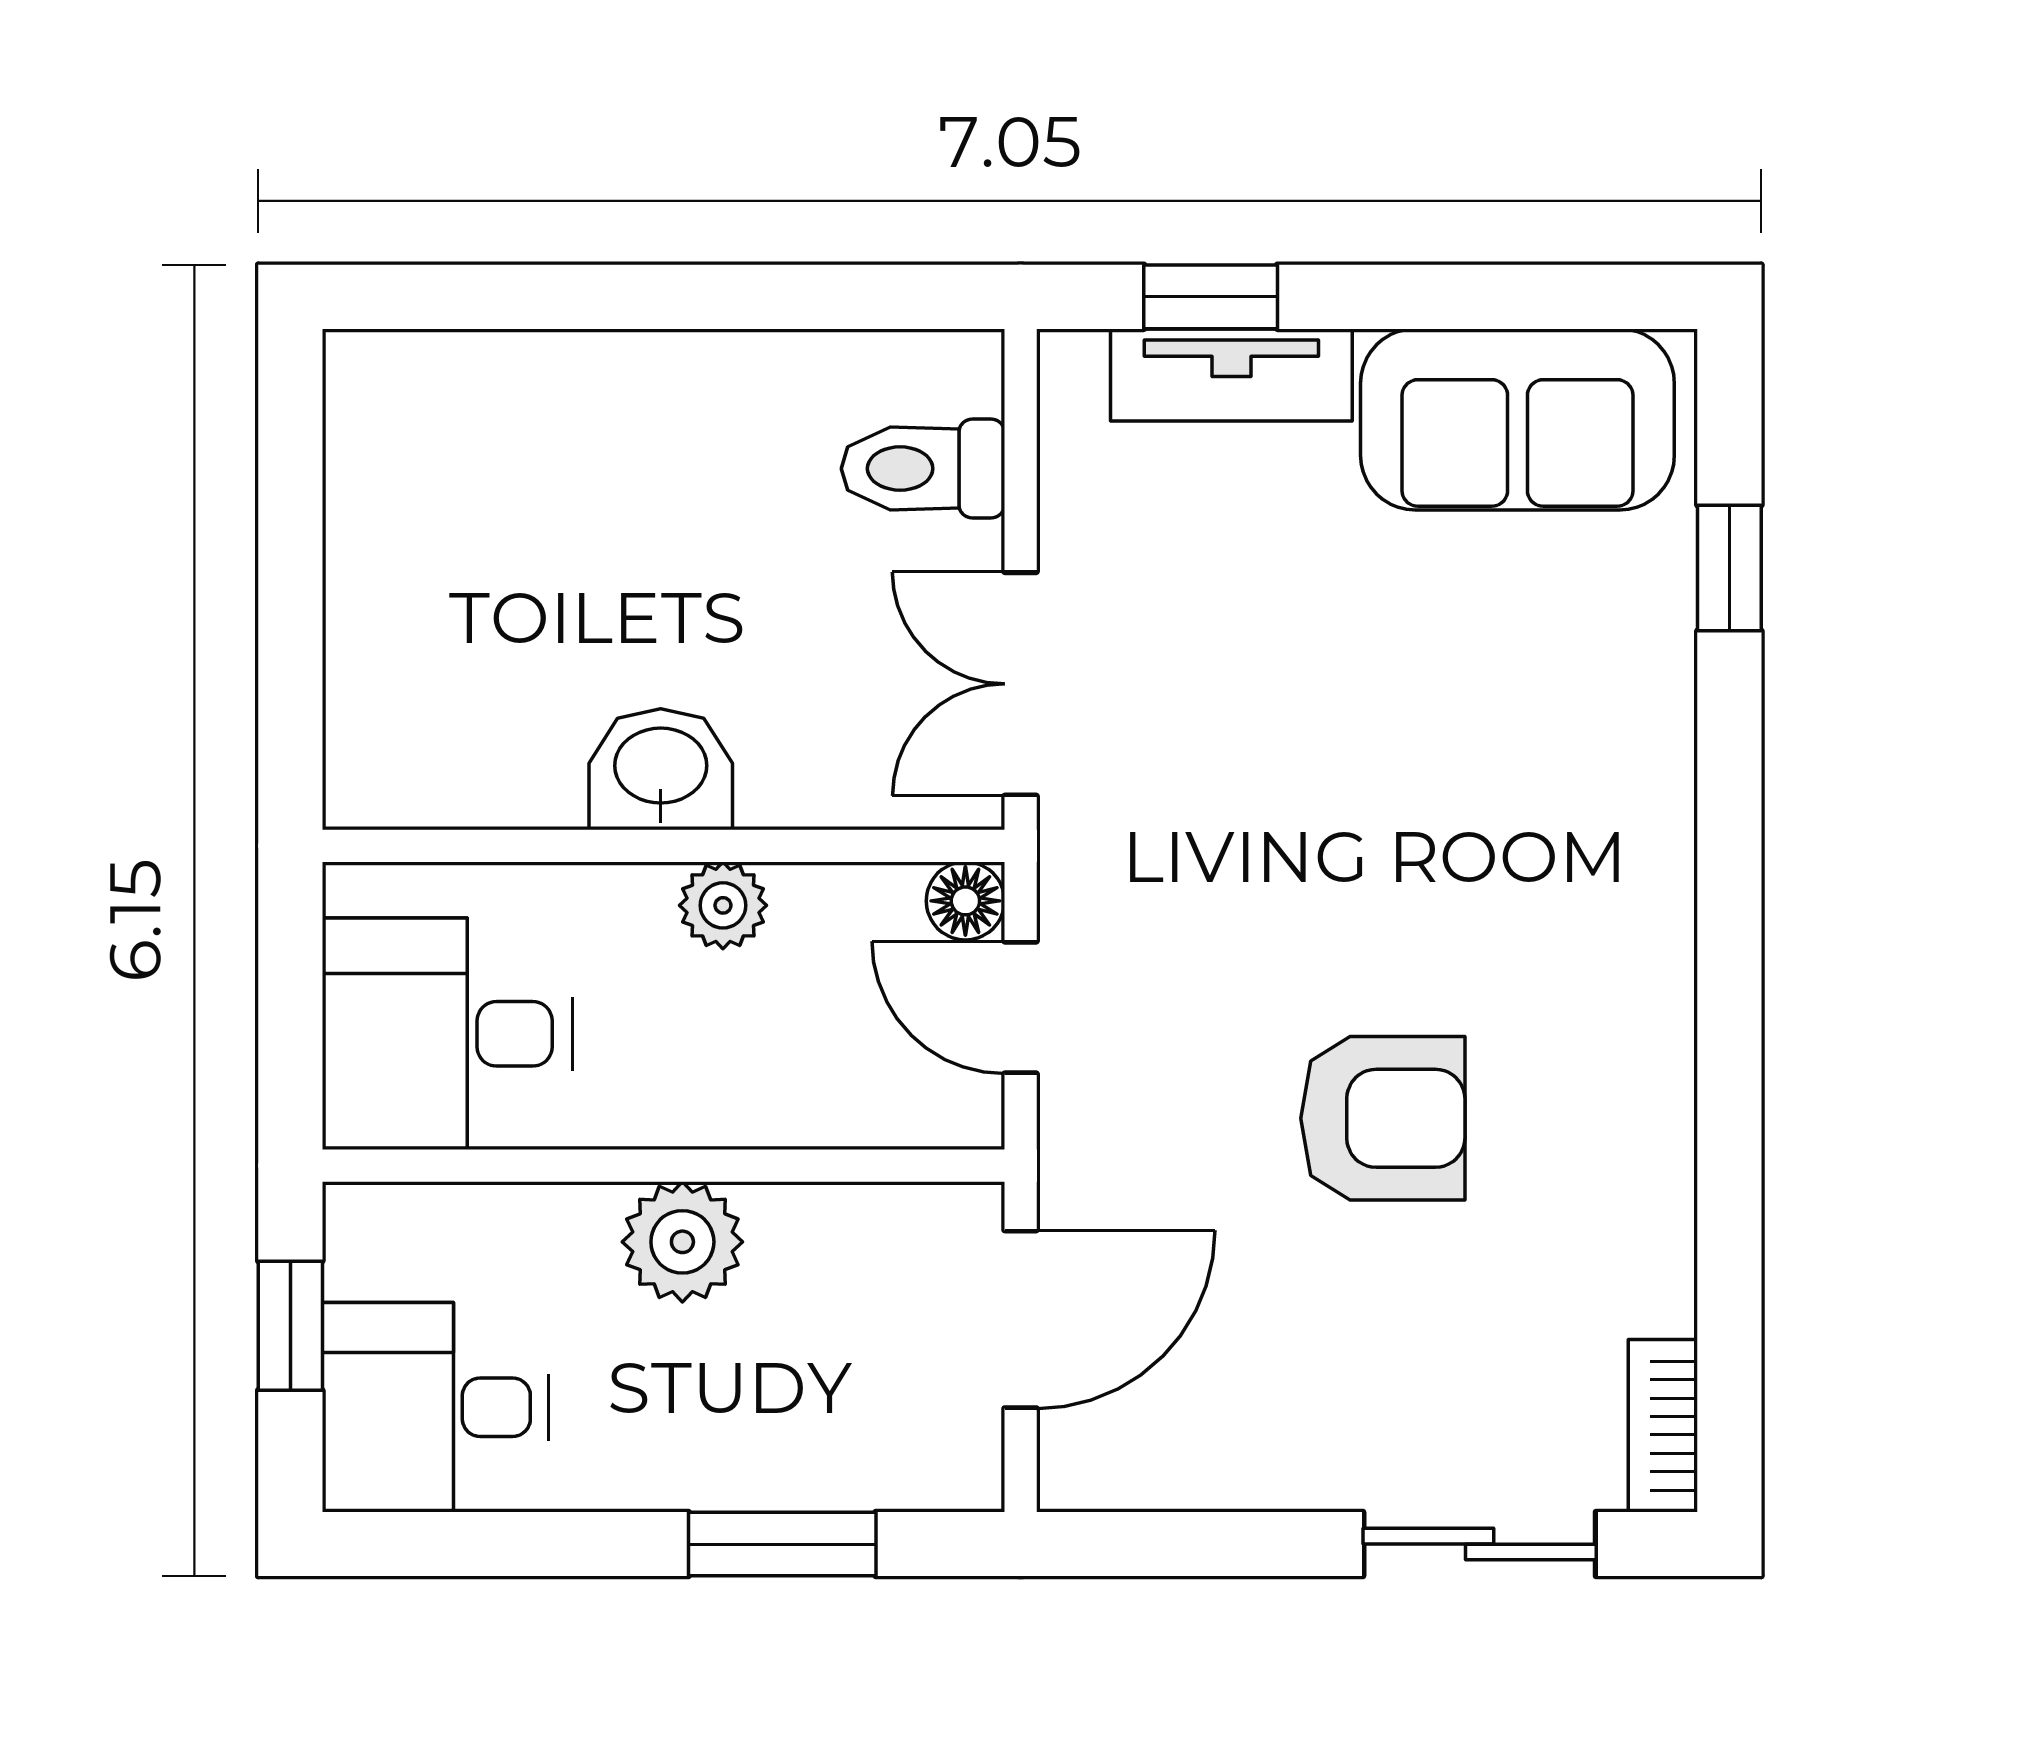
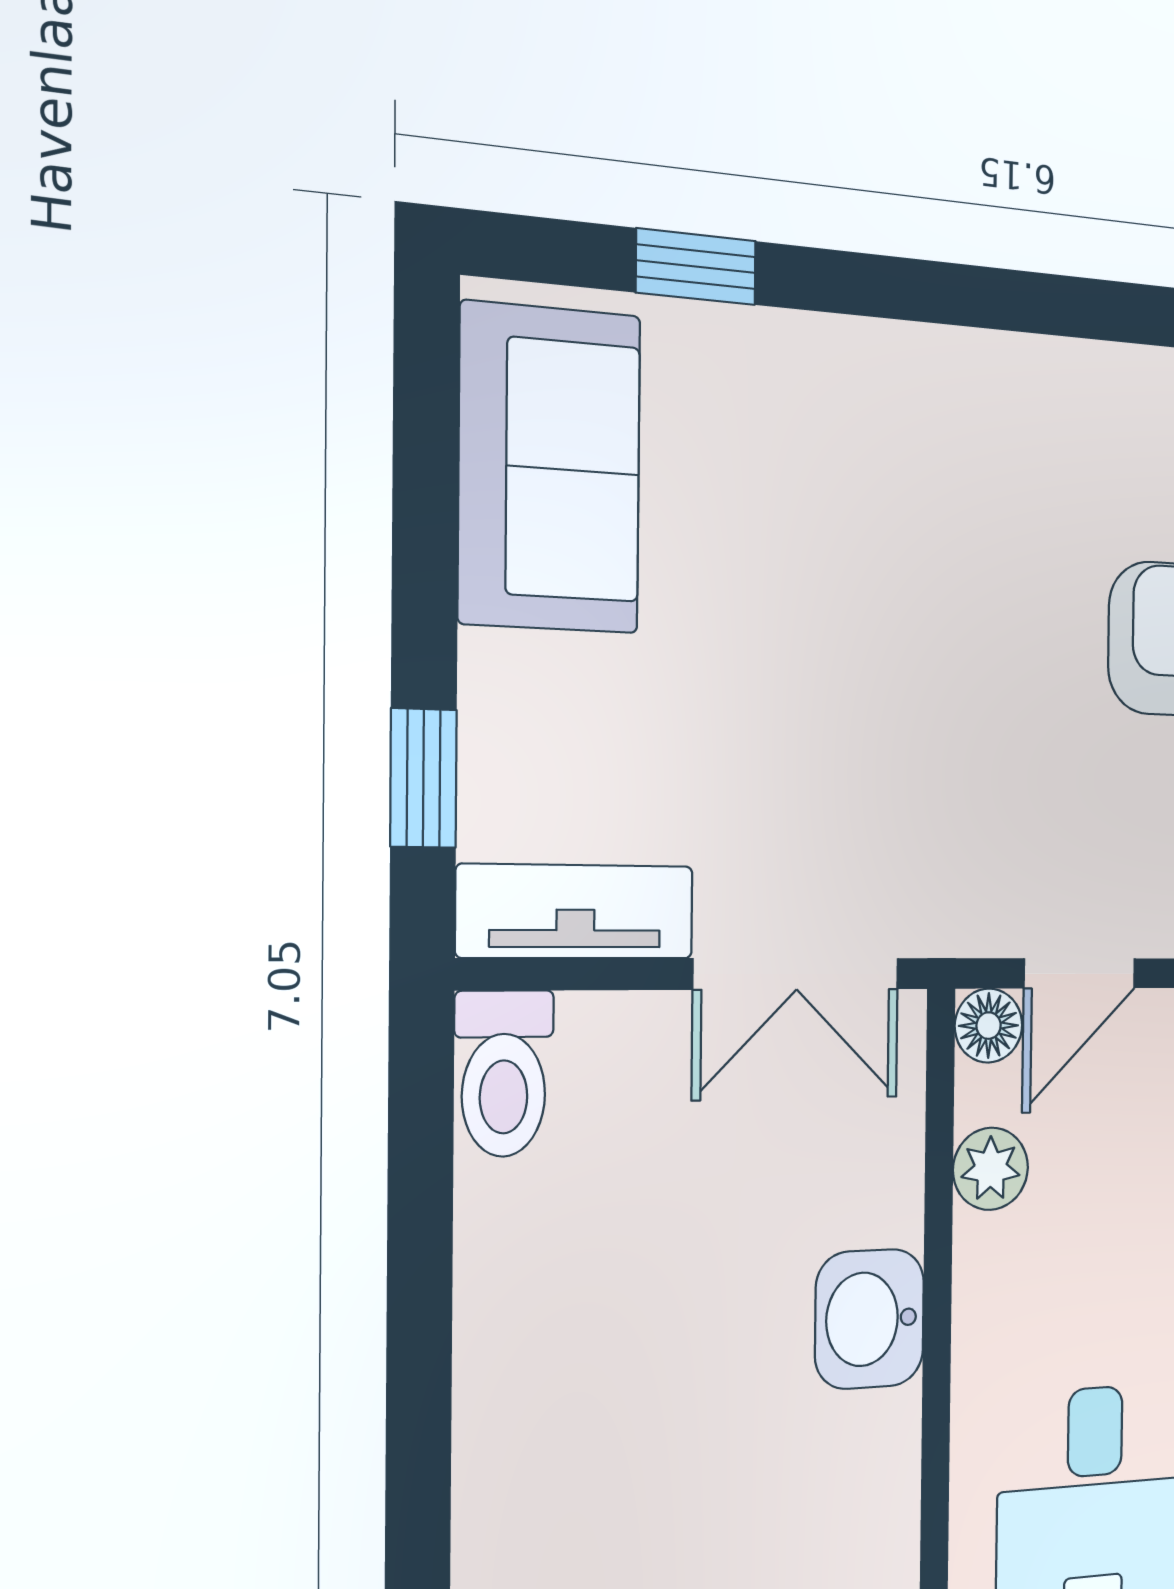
tv unit: (1231, 375) -> (576, 912), moved, turned -90
toilet: (923, 469) -> (504, 1074), moved
plant: (723, 905) -> (991, 1169), moved

